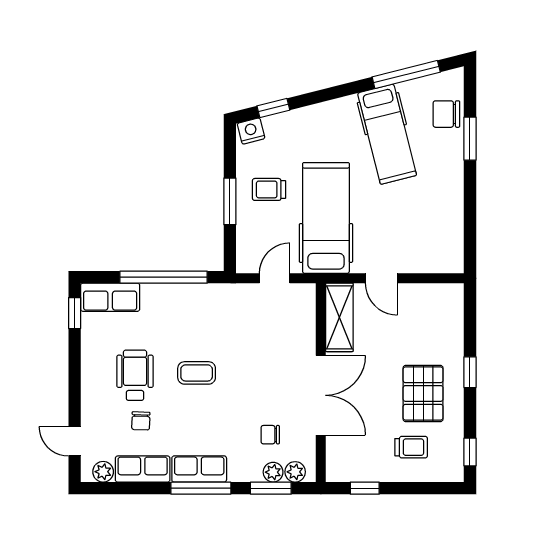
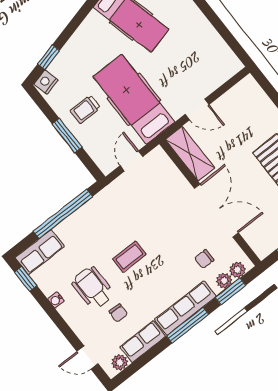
water cooler: (88, 358) -> (56, 300), added
row of seats: (199, 469) -> (185, 308), width x1.48

